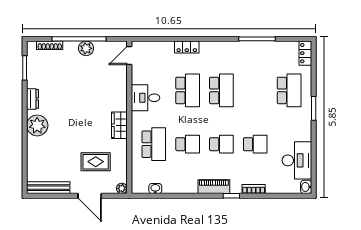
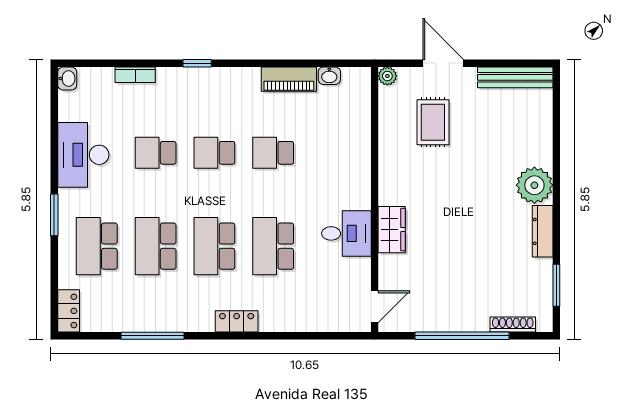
locker: (187, 47) -> (237, 321), moved
plant: (86, 48) -> (450, 319), removed
dresser: (33, 99) -> (543, 231), width x1.44
wardrobe: (119, 125) -> (392, 230), moved
school desk: (154, 144) -> (156, 246), moved
desk: (297, 160) -> (83, 155), moved
rug: (96, 162) -> (433, 122), turned 90
piano: (214, 187) -> (289, 79), moved
bookcase: (254, 189) -> (135, 75), moved

